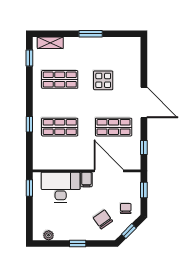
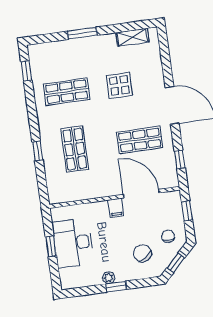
window: (91, 34) -> (82, 33), moved
shelving: (50, 43) -> (133, 37), moved
shop shelf: (60, 127) -> (75, 149), turned 90
desk: (61, 187) -> (73, 243), moved, turned -90
window: (29, 188) -> (51, 246), moved
plant: (49, 235) -> (109, 278), moved

